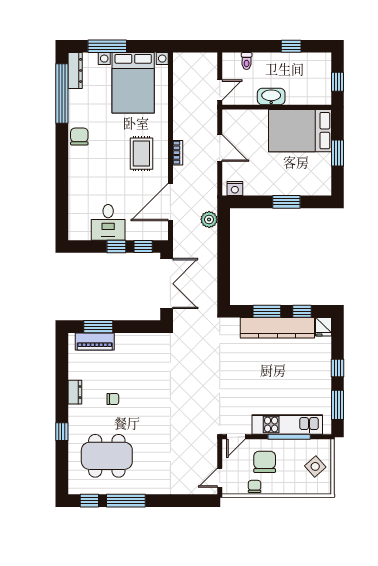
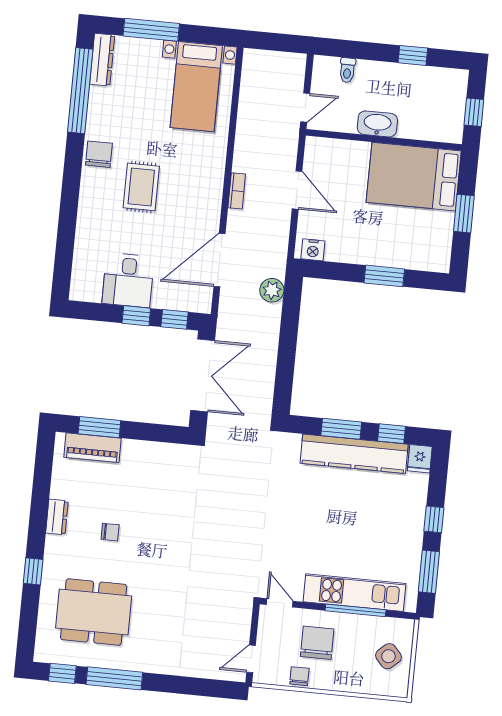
bed with nightstands: (133, 83) -> (196, 87), width x0.73
rug: (141, 154) -> (141, 187), moved
door: (236, 437) -> (280, 603), swing flipped

